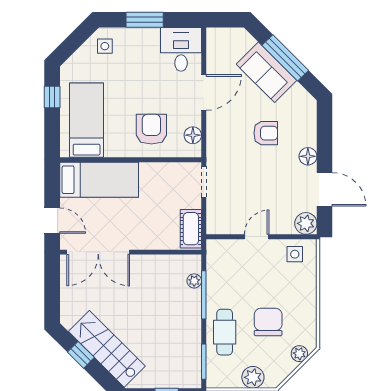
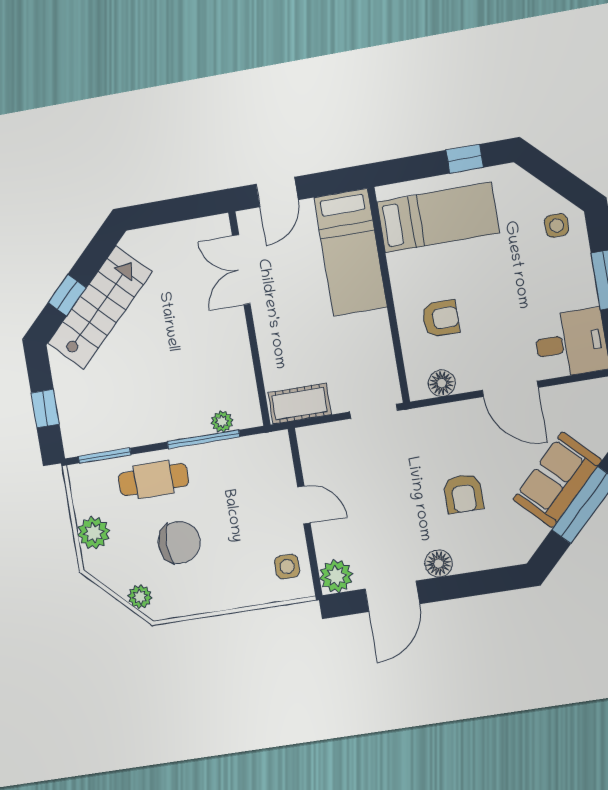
armchair: (151, 129) -> (441, 318), width x0.72, depth x0.72
double door: (98, 252) -> (241, 270), width x0.73
window: (81, 355) -> (67, 295), moved

